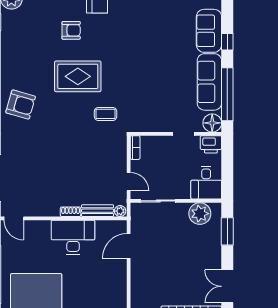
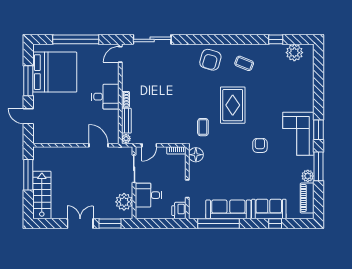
armchair: (71, 30) -> (260, 145), moved, turned 180
window: (227, 42) -> (275, 224), moved
coffee table: (25, 62) -> (244, 63), added
floor lamp: (212, 123) -> (196, 155), moved
desk: (206, 183) -> (148, 195), moved
desk: (73, 237) -> (105, 97), width x0.73
double door: (227, 286) -> (80, 224), moved

